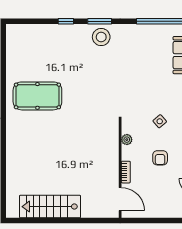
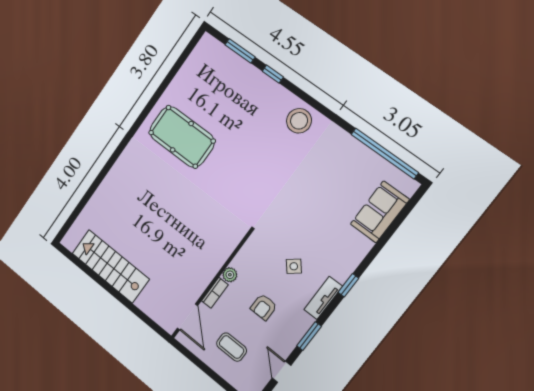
window: (100, 21) -> (240, 51), moved
plant: (127, 140) -> (230, 275), moved
coffee table: (159, 196) -> (232, 347), added

